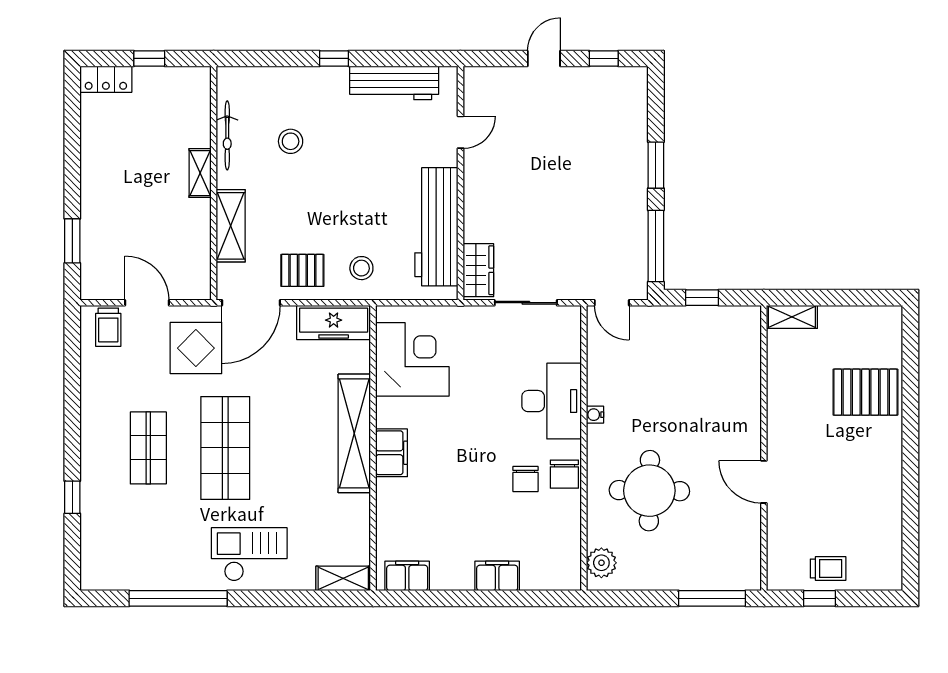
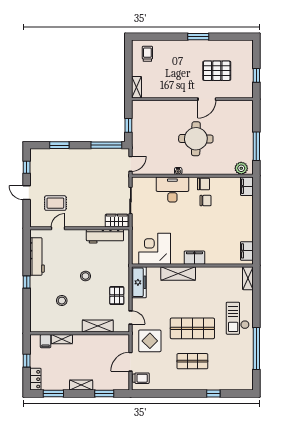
filing cabinet: (195, 103) -> (46, 341), added
window: (72, 121) -> (53, 393), added
rug: (520, 126) -> (55, 203), added
door: (460, 132) -> (58, 228), hinge flipped
bicycle: (227, 135) -> (59, 328), removed
window: (656, 165) -> (59, 145), moved
shelving: (200, 173) -> (62, 339), moved
shelving: (92, 187) -> (81, 385), added
workbench: (436, 227) -> (105, 236), width x0.73, depth x0.76
stool: (361, 268) -> (86, 276), moved
door: (251, 303) -> (131, 317), width x0.53
pallet: (865, 392) -> (217, 71), moved, turned 90
shelving: (354, 433) -> (178, 273), width x0.68
window: (910, 462) -> (198, 37), added
round table: (649, 491) -> (196, 139), moved
trolley: (828, 568) -> (147, 54), moved
filing cabinet: (497, 576) -> (247, 186), moved
window: (712, 598) -> (256, 146), moved

